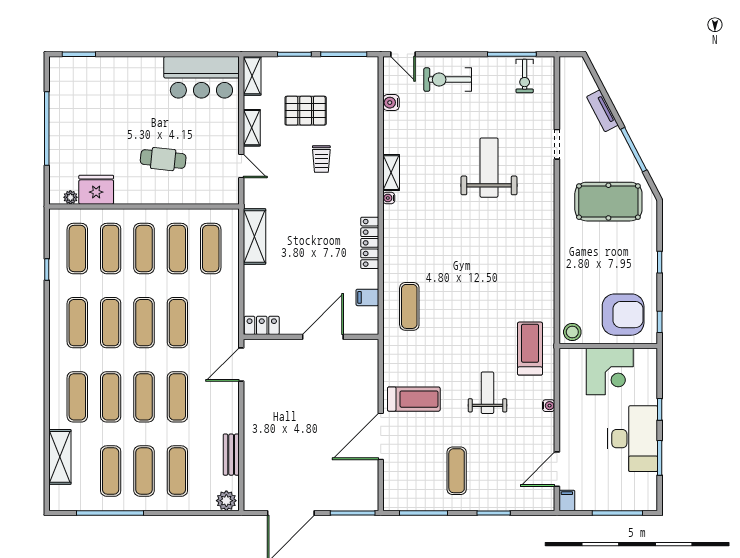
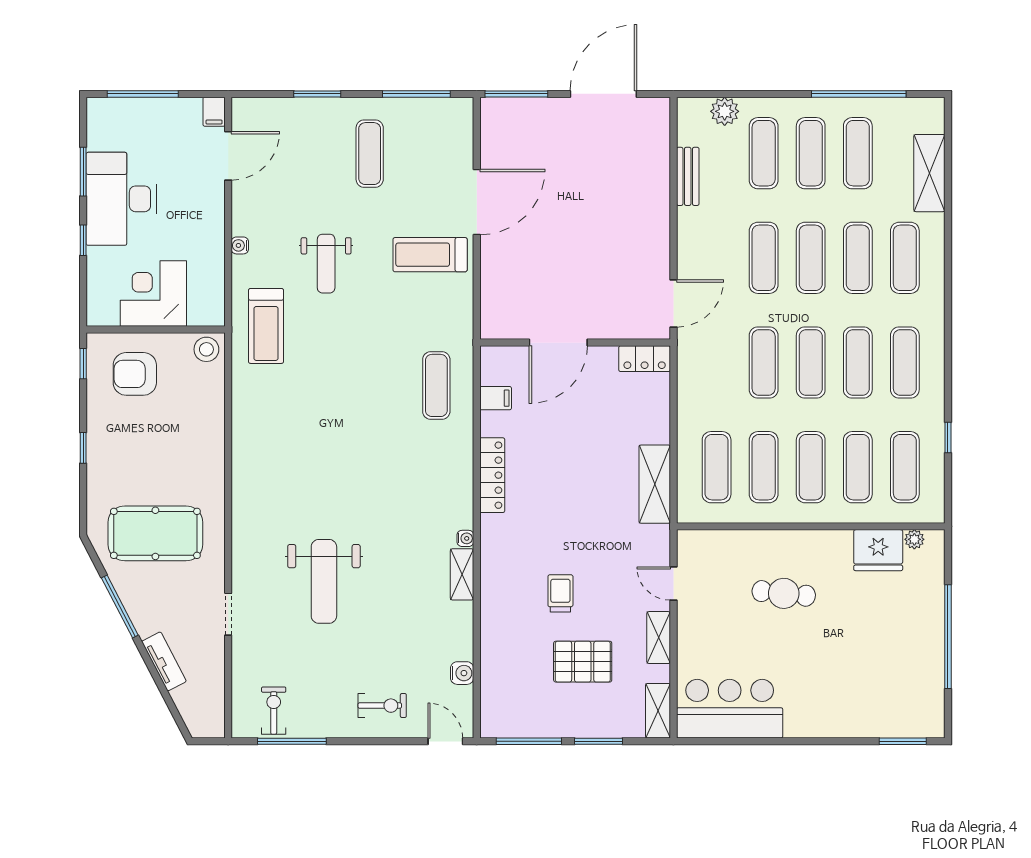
exercise bike: (448, 80) -> (382, 706), width x0.73, depth x0.72
armchair: (623, 315) -> (135, 374), width x0.73, depth x0.73
plant: (226, 501) -> (725, 111), moved

